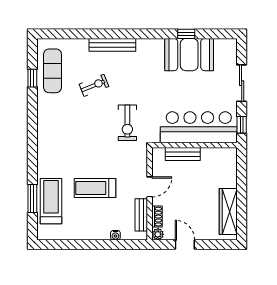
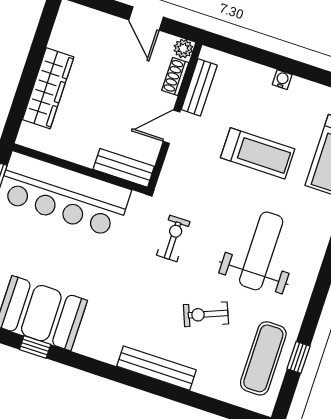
exercise bike: (127, 123) -> (173, 238), width x0.73, depth x0.72
weight bench: (74, 132) -> (261, 251), added
bench: (183, 154) -> (124, 168), moved
wardrobe: (228, 212) -> (48, 88), moved
water cooler: (115, 235) -> (282, 80), moved

